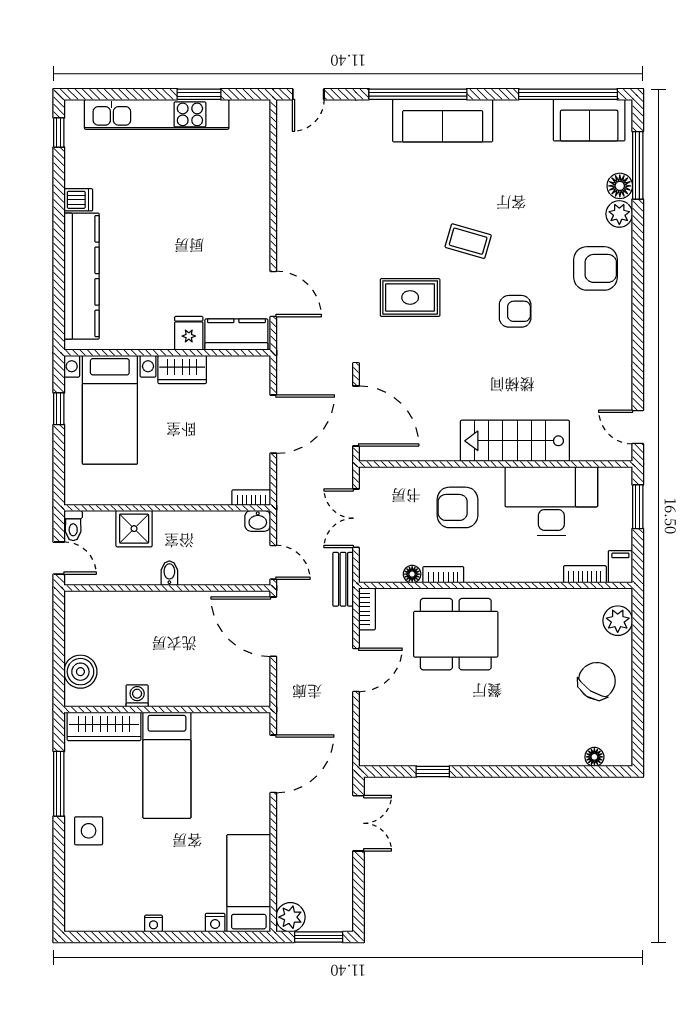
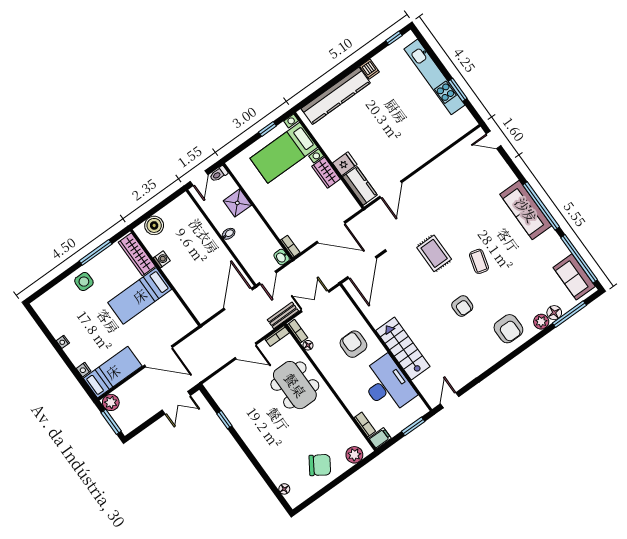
window: (418, 94) -> (541, 206), moved
bookcase: (443, 575) -> (297, 331), moved
door: (273, 764) -> (158, 356), moved

